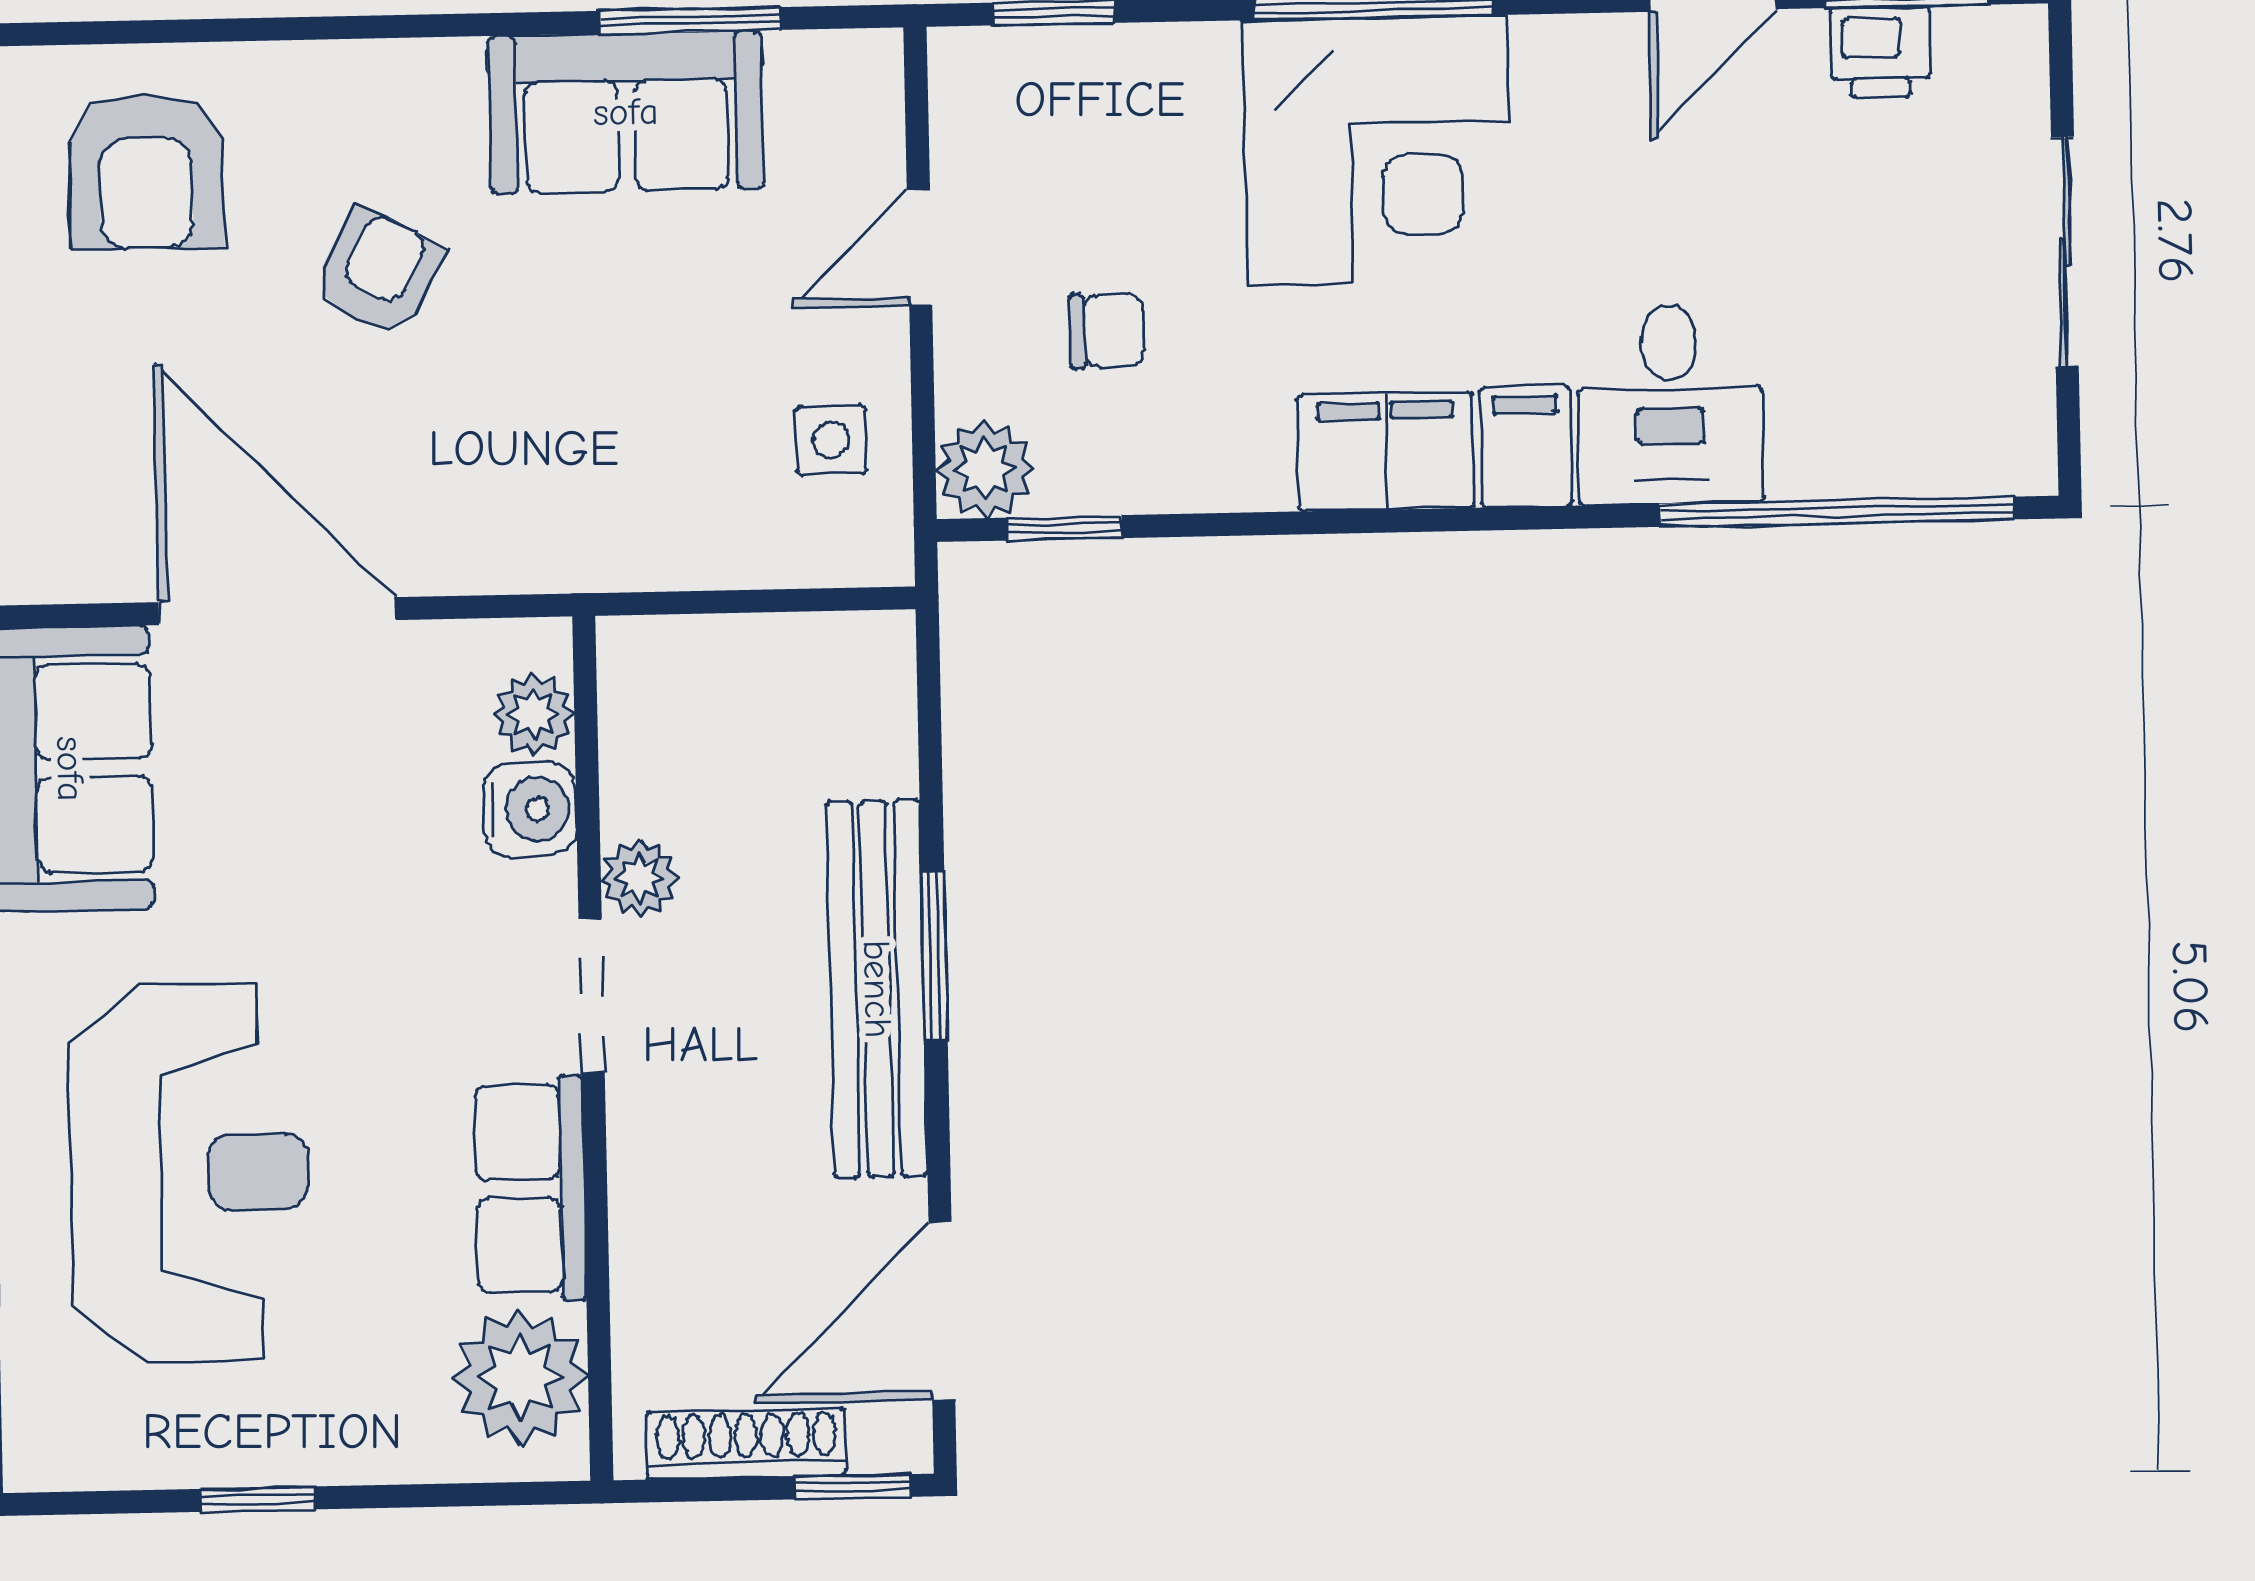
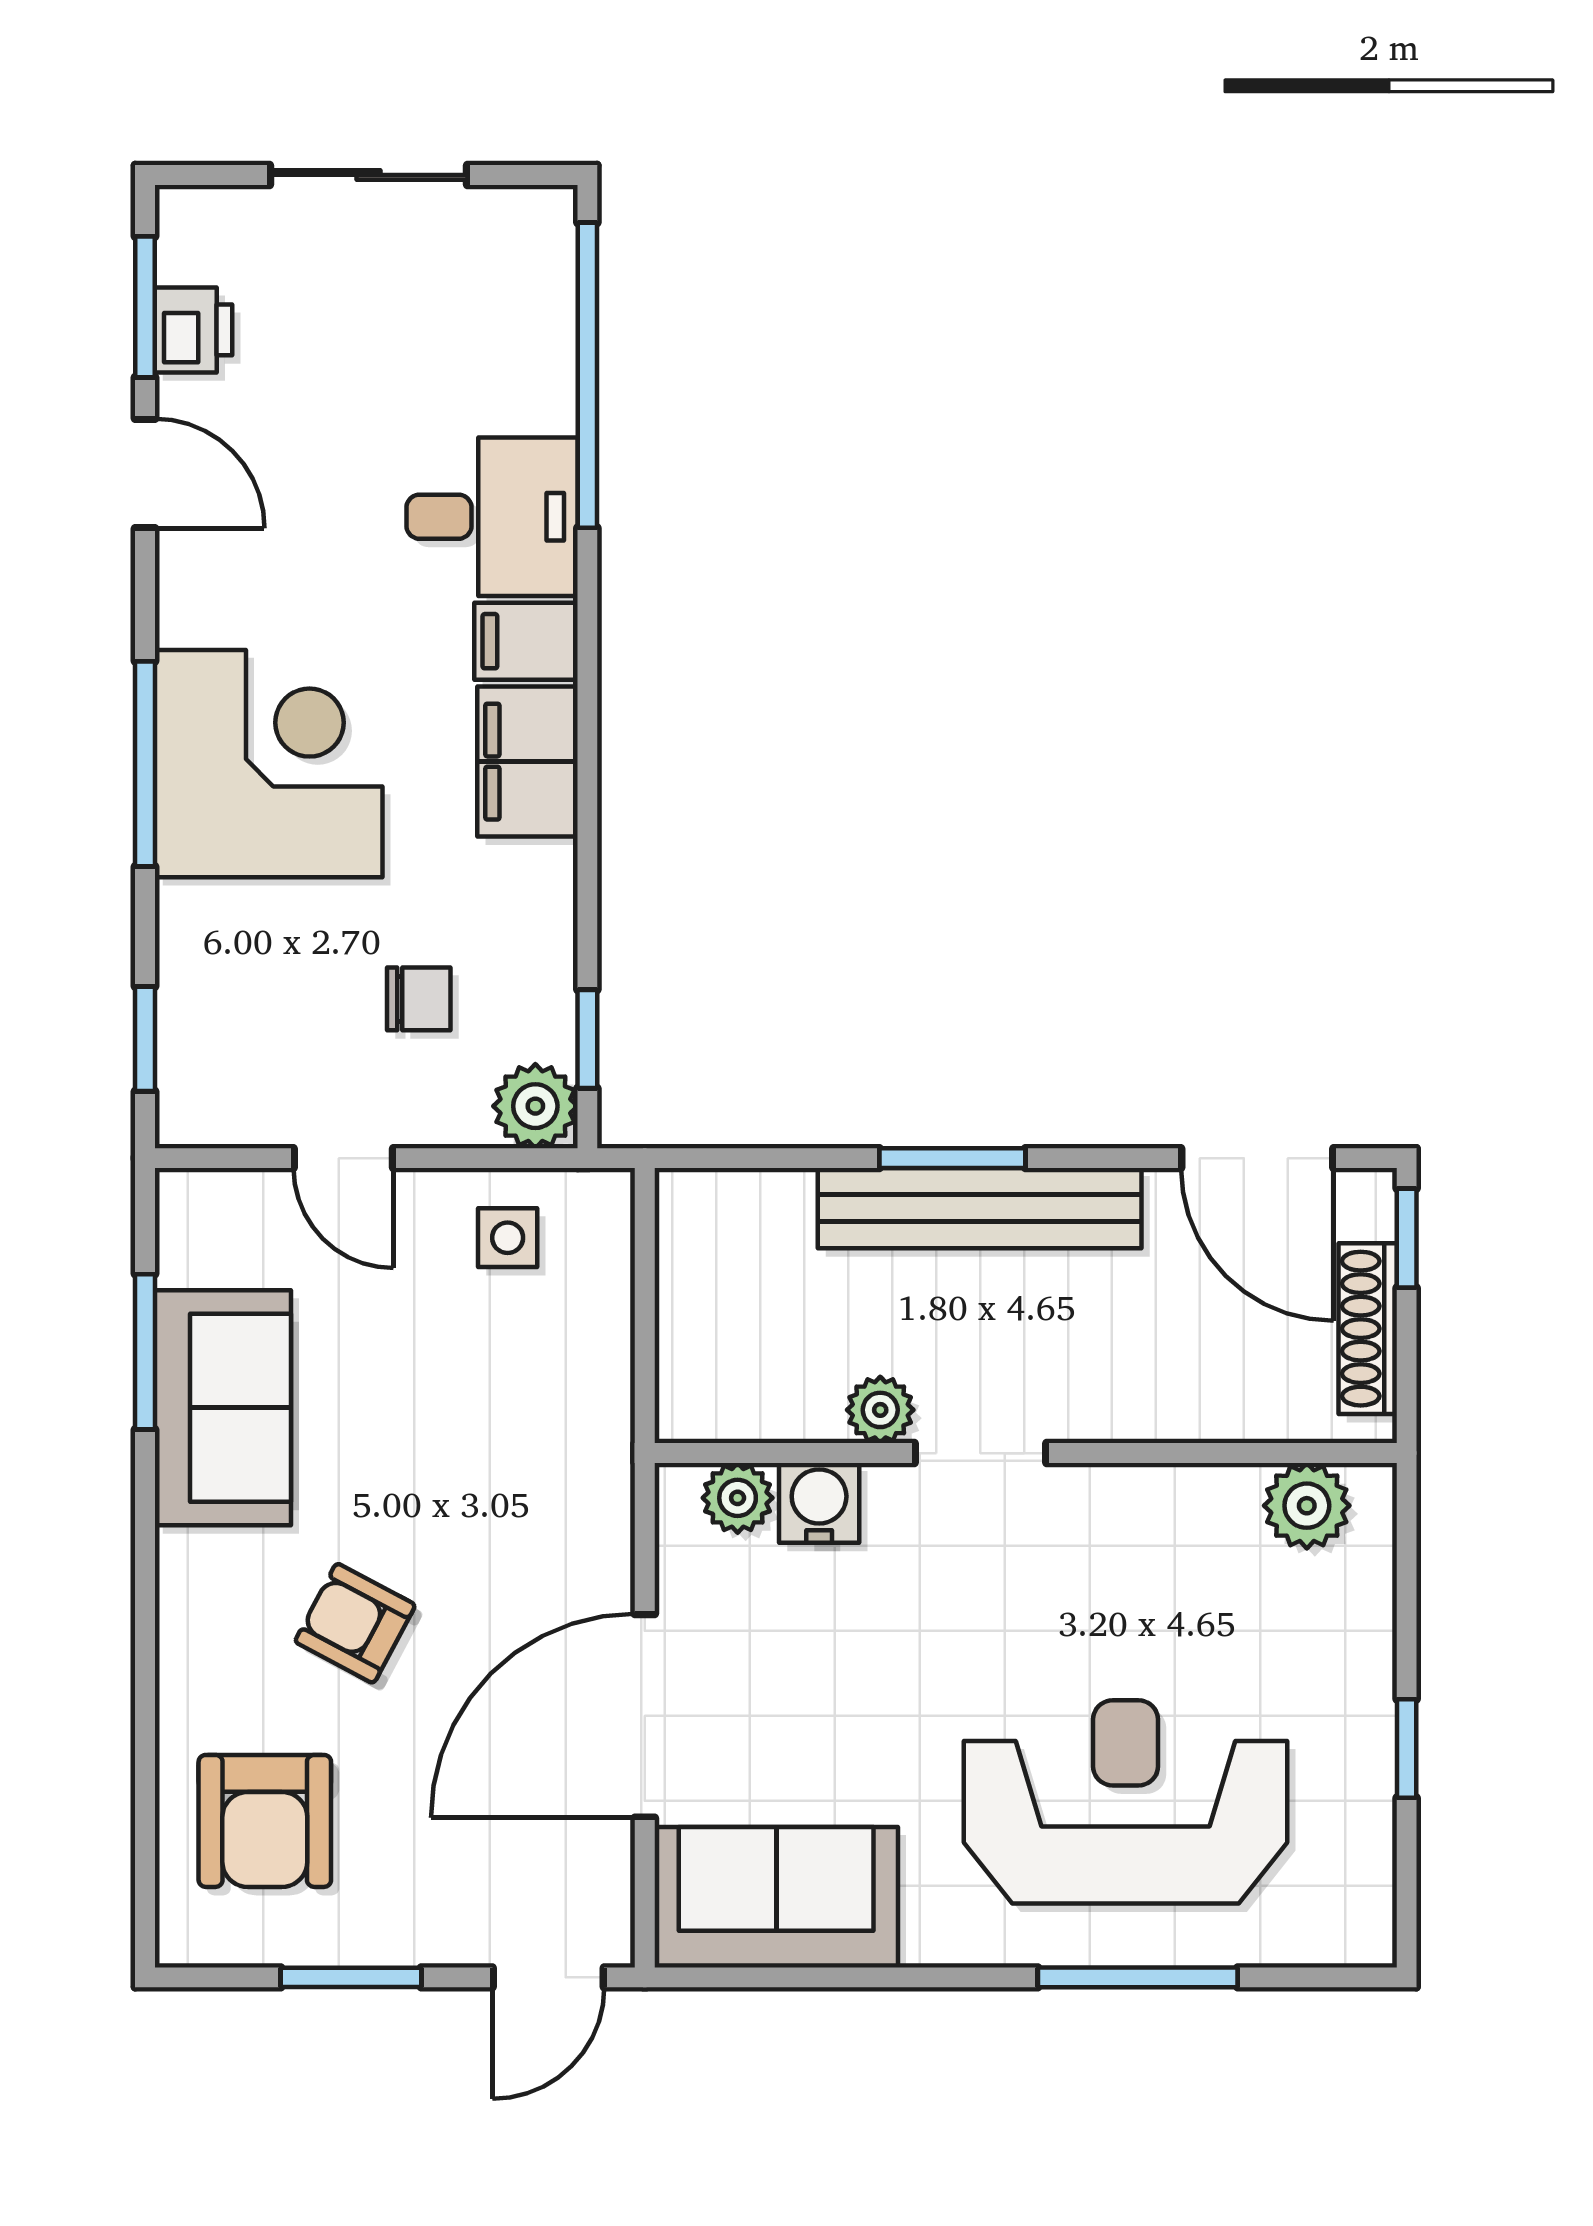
armchair: (146, 171) -> (265, 1821), turned 90
chair: (1107, 331) -> (419, 999), turned 91
row of seats: (530, 1189) -> (1145, 1509), removed
plant: (520, 1377) -> (1307, 1506), width x0.73, depth x0.73

